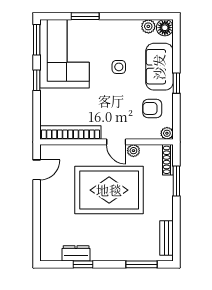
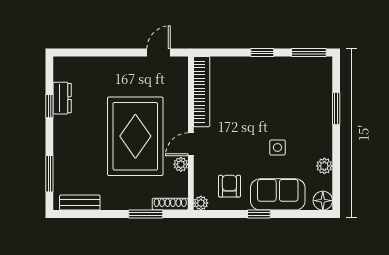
plant: (148, 26) -> (324, 166), moved
corner sofa: (64, 54) -> (293, 85), removed
door: (37, 170) -> (159, 53), swing flipped

